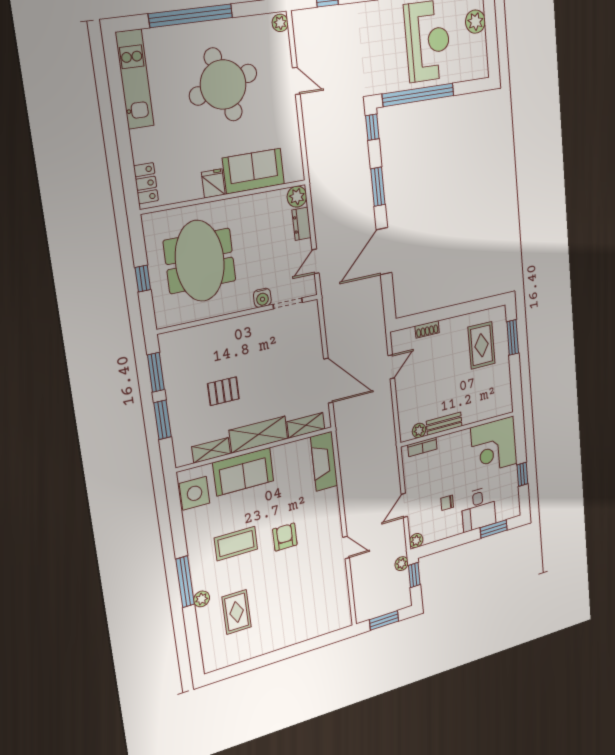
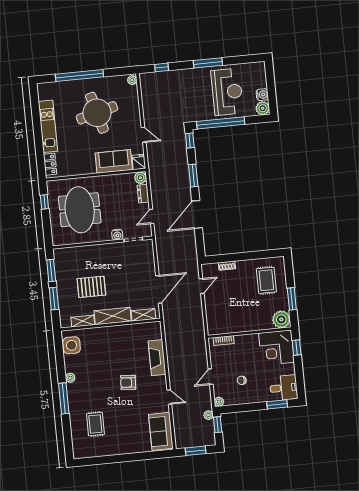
plant: (475, 22) -> (263, 108), moved
water cooler: (479, 44) -> (262, 95), added
kitchen unit: (135, 79) -> (48, 126), moved
door: (296, 81) -> (144, 135), moved
fridge: (213, 183) -> (139, 162), moved
window: (143, 279) -> (44, 202), moved
window: (513, 337) -> (292, 299), moved
door: (328, 381) -> (159, 289), hinge flipped
pallet: (223, 391) -> (91, 287), width x1.50, depth x1.42
bench: (444, 424) -> (239, 328), removed
plant: (419, 431) -> (281, 319), moved, width x1.87, depth x1.87
fireplace: (324, 461) -> (157, 358), moved
sofa: (243, 472) -> (161, 431), moved, turned 90
window: (522, 474) -> (297, 347), moved
desk: (478, 509) -> (284, 388), moved, turned -90
armchair: (285, 537) -> (128, 382), turned -86
coffee table: (236, 544) -> (96, 381), removed
plant: (202, 599) -> (70, 378), moved

